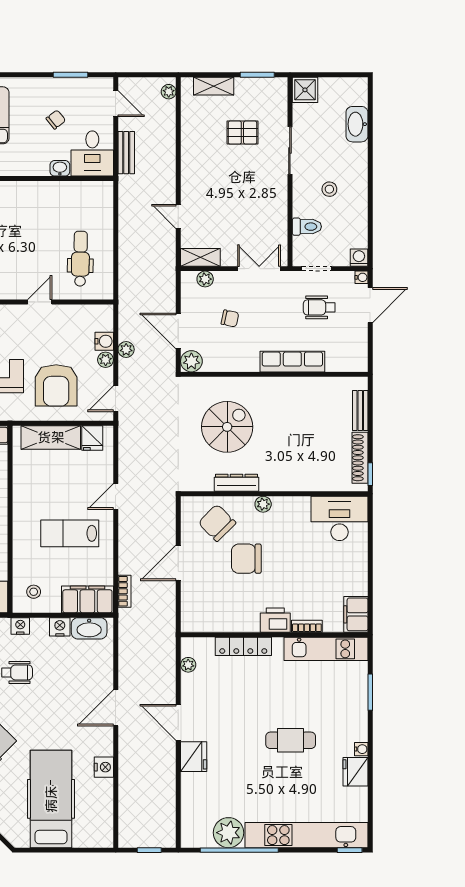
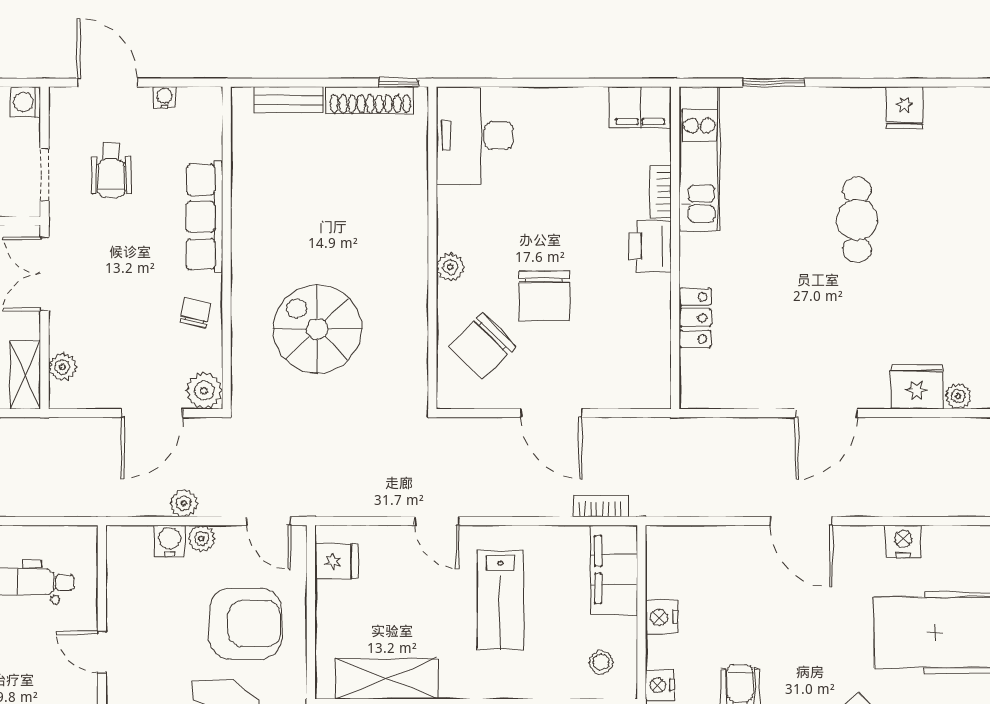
water cooler: (362, 277) -> (164, 98), moved
chair: (230, 318) -> (196, 313), moved
shelving: (51, 437) -> (386, 679), moved, turned 90
dresser: (236, 483) -> (413, 313), removed
washbasin: (89, 628) -> (664, 567), removed
locker: (243, 646) -> (695, 318), width x0.66
plant: (188, 665) -> (958, 396), moved
water cooler: (361, 749) -> (872, 98), removed
fridge: (194, 757) -> (917, 387), moved
fridge: (355, 772) -> (904, 108), width x0.72

